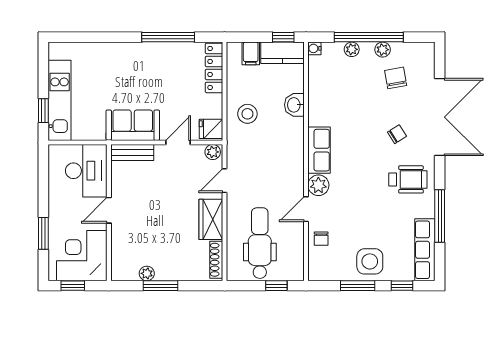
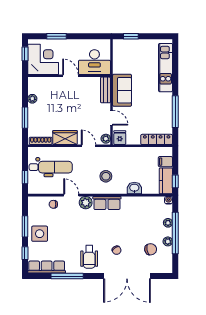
kitchen unit: (60, 100) -> (166, 68), moved, turned 90
stool: (247, 114) -> (106, 176), moved
window: (160, 286) -> (25, 118), moved

